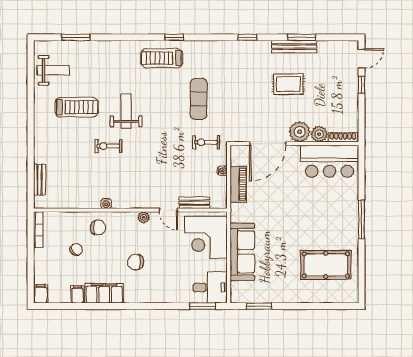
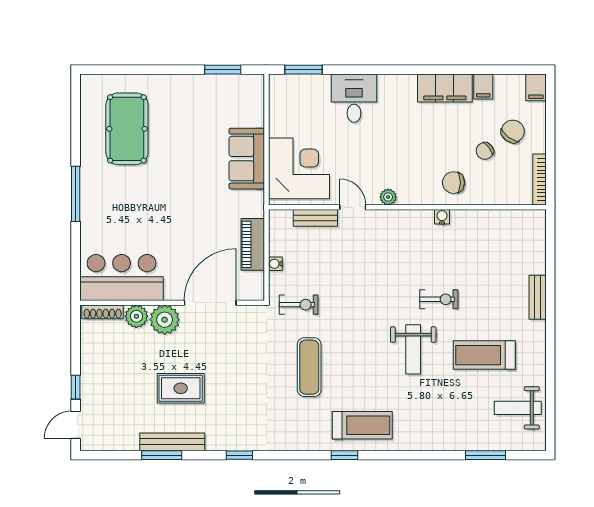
bench: (39, 180) -> (538, 297), moved
sofa: (242, 252) -> (247, 159), width x0.73
chair: (136, 262) -> (513, 131), moved, turned -54
pool table: (326, 265) -> (127, 129), turned 90
desk: (210, 287) -> (354, 98), moved, turned 90

